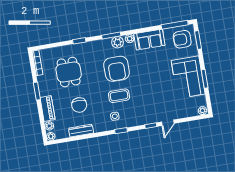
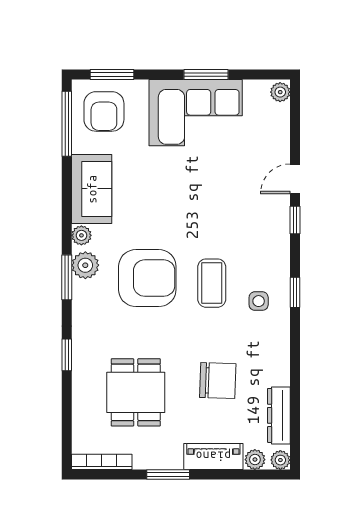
dining table: (69, 72) -> (136, 392), turned 90
door: (168, 123) -> (295, 179), swing flipped
dresser: (81, 131) -> (279, 415), moved

